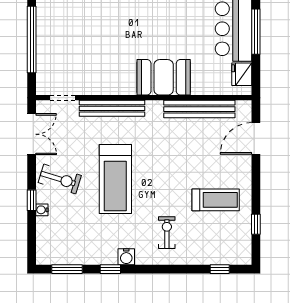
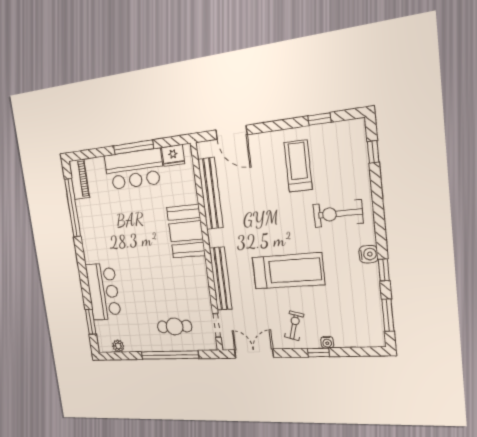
cafe table: (63, 50) -> (175, 326), added
exercise bike: (60, 179) -> (294, 326), width x0.73, depth x0.72
exercise bike: (167, 233) -> (338, 214), width x1.38, depth x1.39

